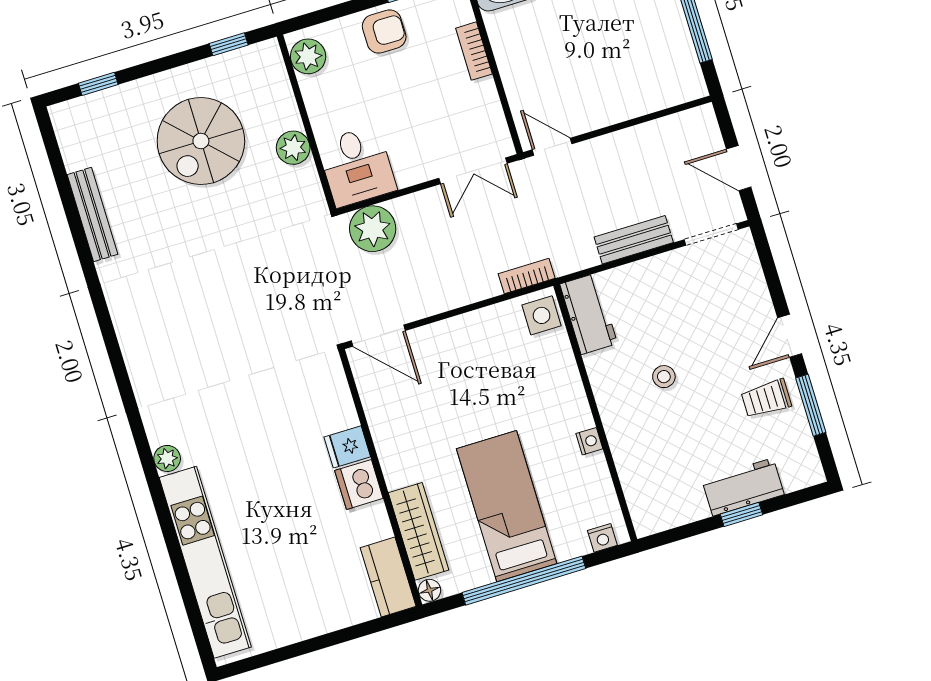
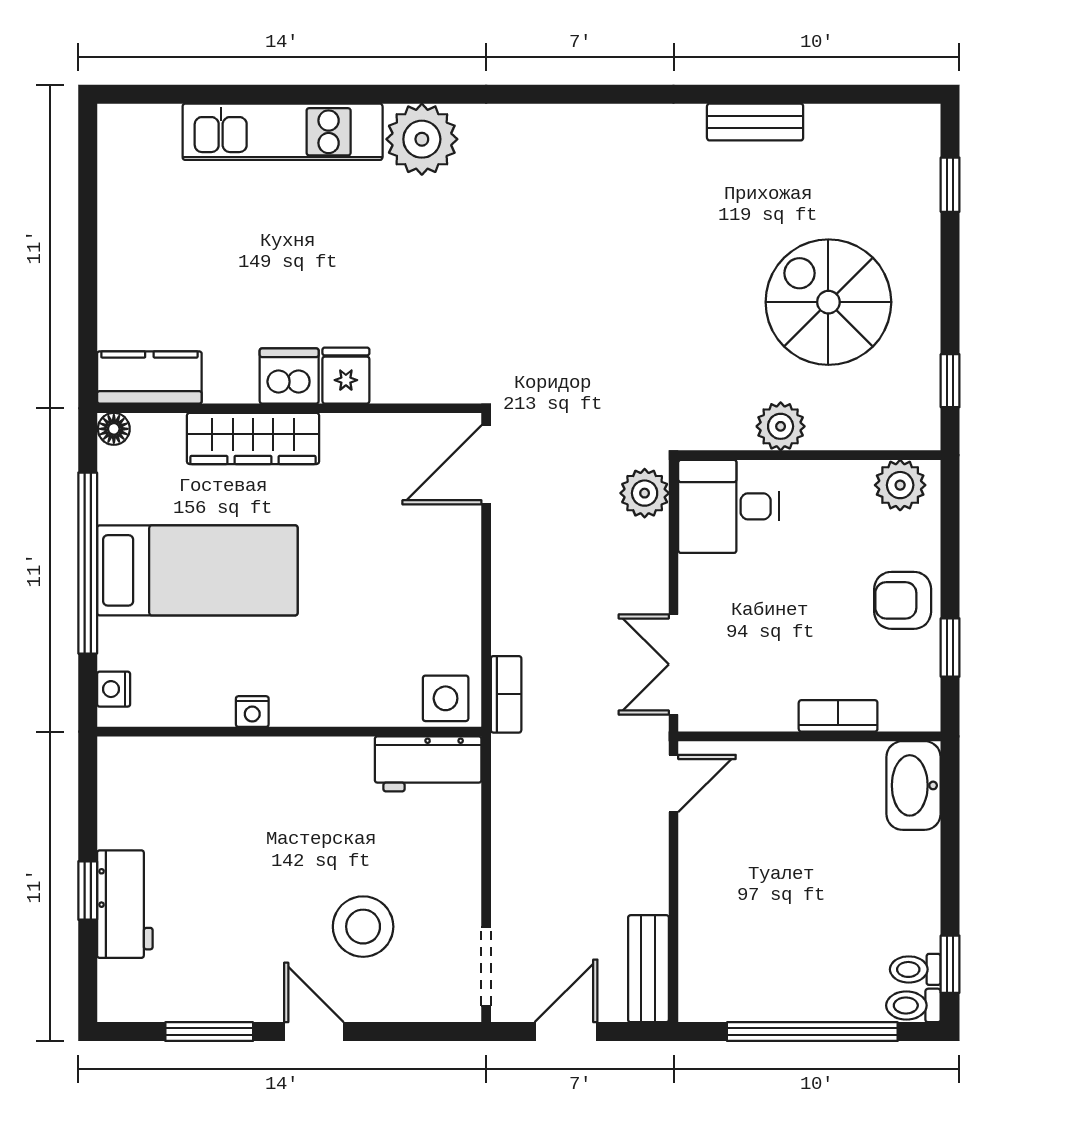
armchair: (384, 31) -> (903, 600), turned 90
bench: (93, 214) -> (755, 122), width x0.73
plant: (373, 229) -> (645, 493), width x0.73, depth x0.73
bench: (634, 240) -> (648, 969), moved
stool: (664, 377) -> (363, 927), moved, width x1.89, depth x1.89
trolley: (766, 399) -> (237, 973), removed
plant: (167, 458) -> (422, 139), width x1.87, depth x1.87
wardrobe: (419, 531) -> (253, 438), moved
kitchen unit: (205, 562) -> (283, 132), width x0.73

